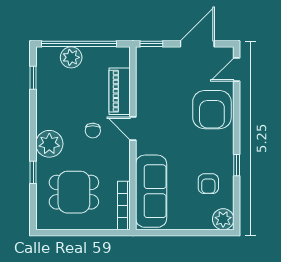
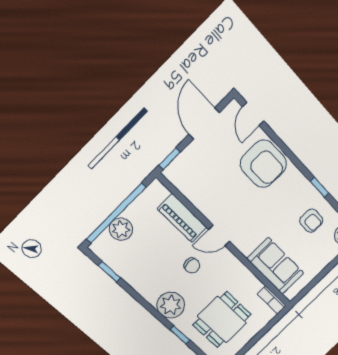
sofa: (151, 191) -> (275, 266), width x0.73
bookcase: (124, 205) -> (272, 300), width x0.64

